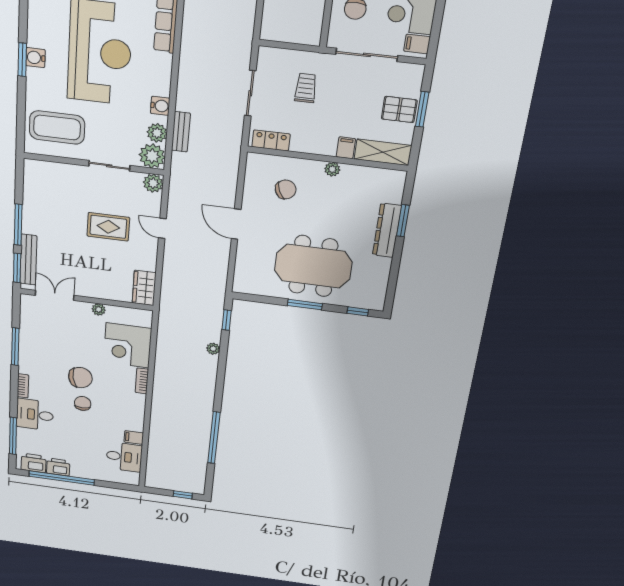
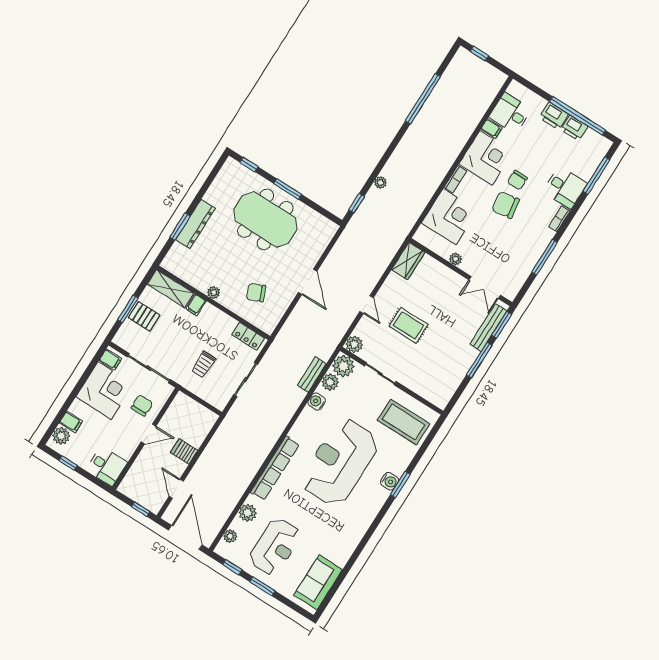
corner desk: (124, 411) -> (486, 158), added
printer: (33, 463) -> (554, 116), moved

